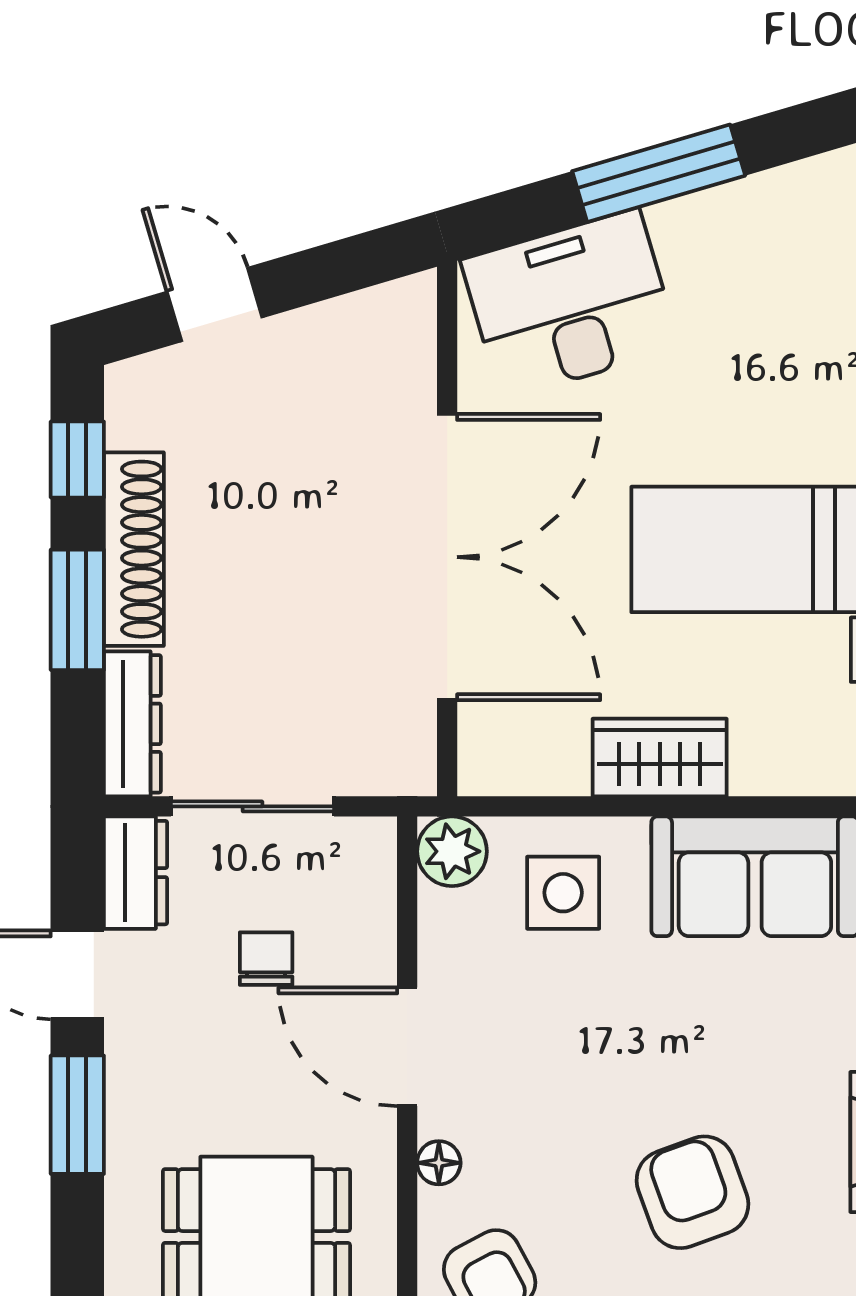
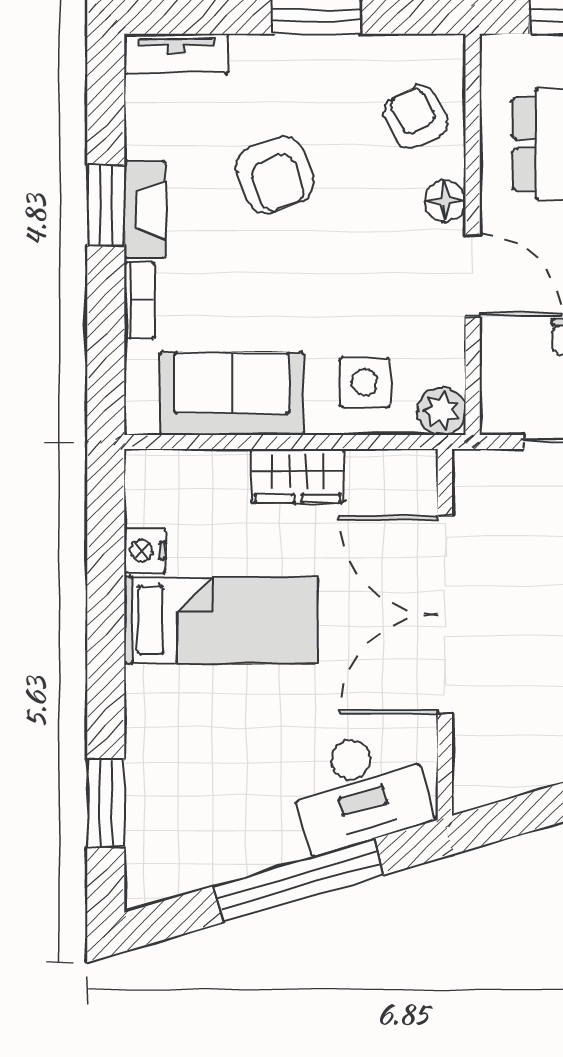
window: (659, 173) -> (298, 880), width x1.46
floor lamp: (439, 1163) -> (445, 201), width x1.37, depth x1.37

